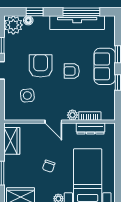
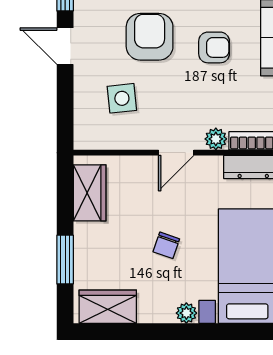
armchair: (72, 71) -> (214, 47), turned 180
door: (53, 122) -> (176, 153), hinge flipped

